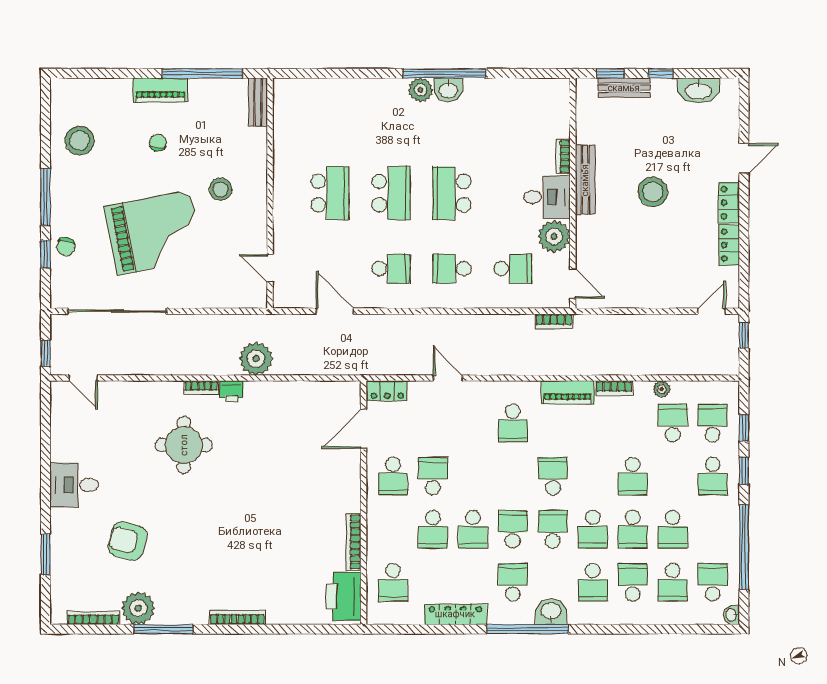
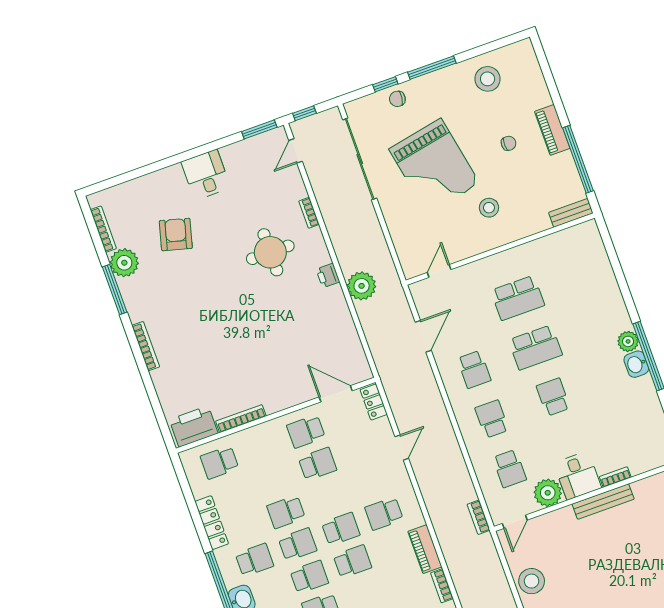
stool: (653, 192) -> (532, 581), moved
school desk: (452, 193) -> (553, 397), width x0.54
bookcase: (201, 387) -> (309, 213), moved
school desk: (433, 529) -> (341, 529), moved, turned 180
window: (46, 554) -> (259, 129), moved

